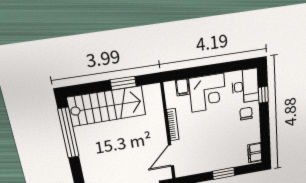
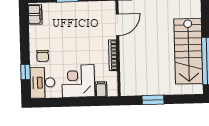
stairs: (107, 106) -> (188, 51), moved, turned -90

